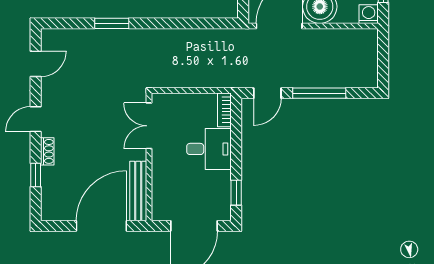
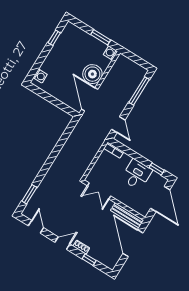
window: (112, 23) -> (29, 194), moved
window: (319, 93) -> (139, 91), moved
door: (36, 119) -> (62, 243), swing flipped
desk: (209, 149) -> (137, 174), moved

